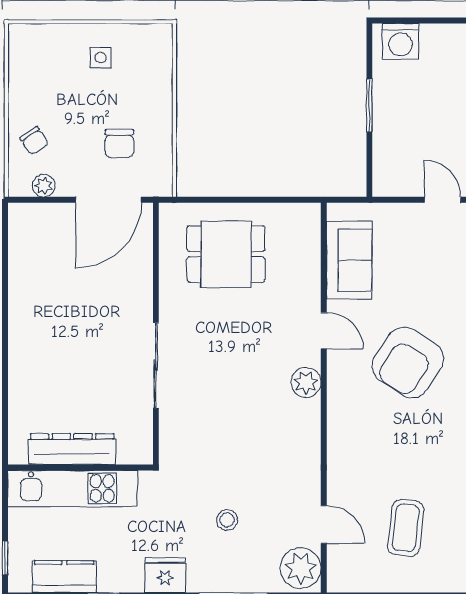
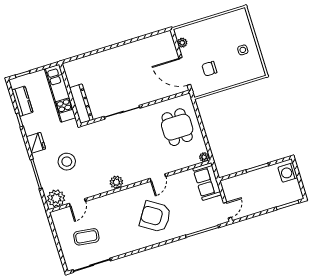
chair: (34, 141) -> (200, 33), removed
plant: (310, 215) -> (204, 157), added
sofa: (349, 260) -> (207, 182), moved, turned 90
plant: (306, 383) -> (116, 182), moved
dresser: (72, 449) -> (81, 104), moved
stool: (227, 520) -> (67, 162), width x1.89, depth x1.89

